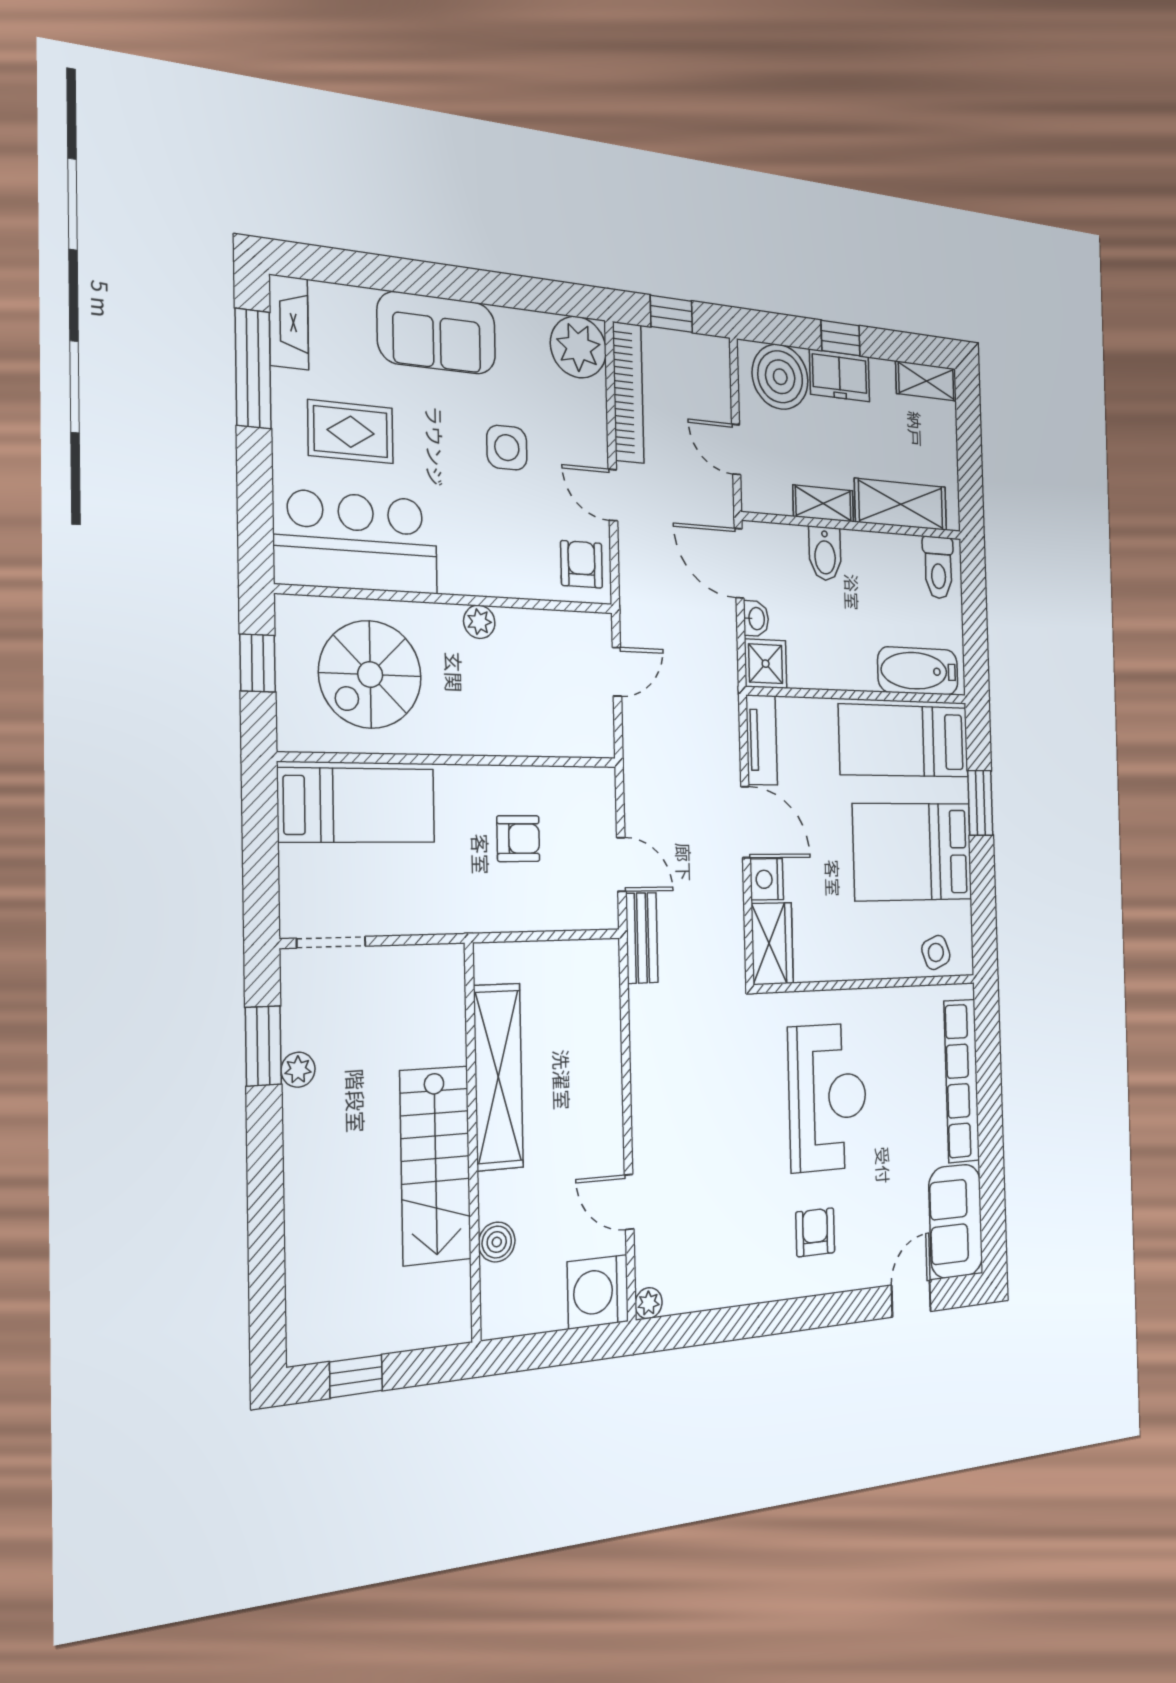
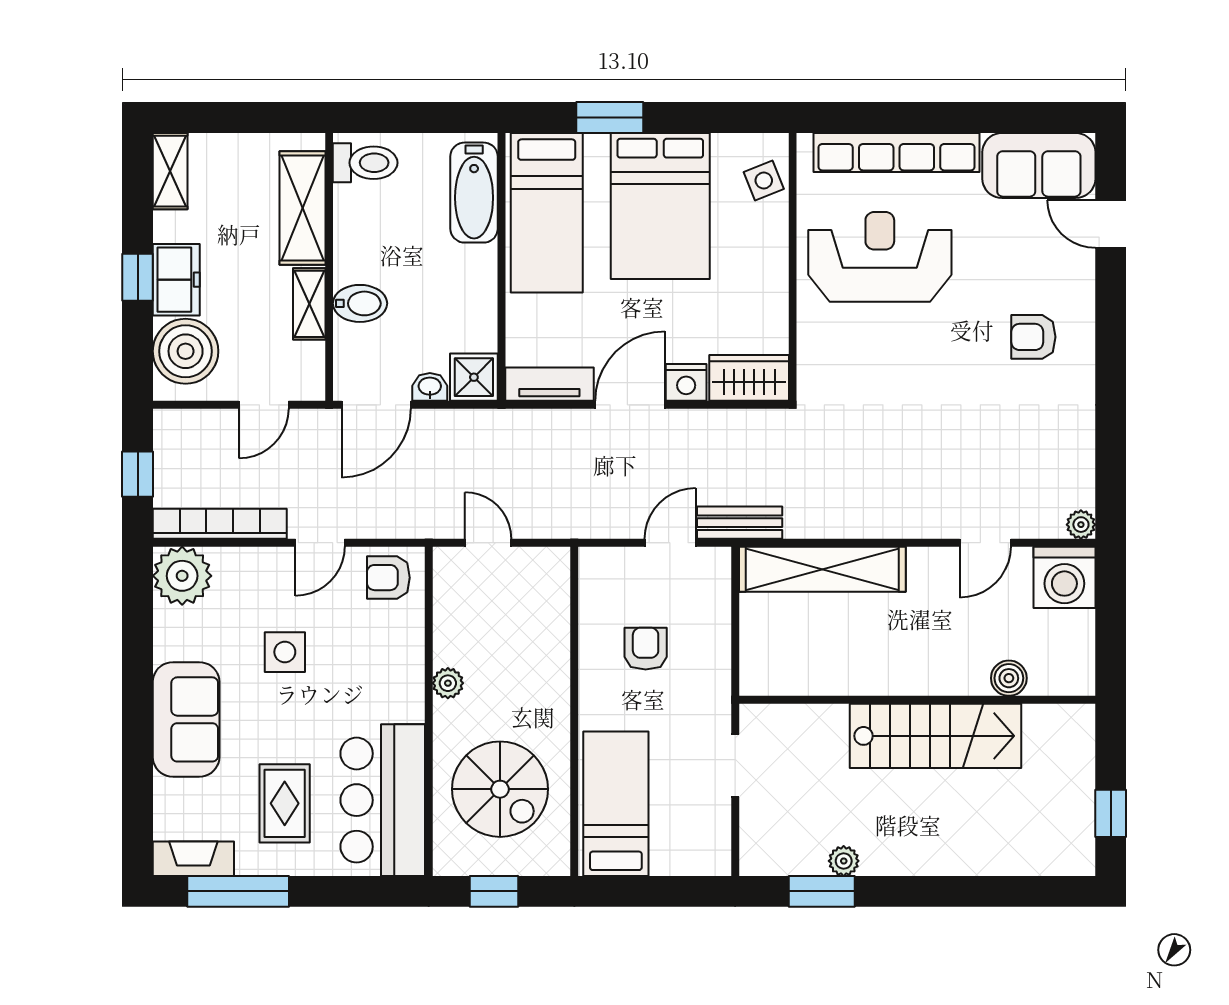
doorway: (331, 942) -> (735, 766), moved
shelving: (498, 1077) -> (822, 569), moved
reception desk: (828, 1097) -> (880, 257), moved

